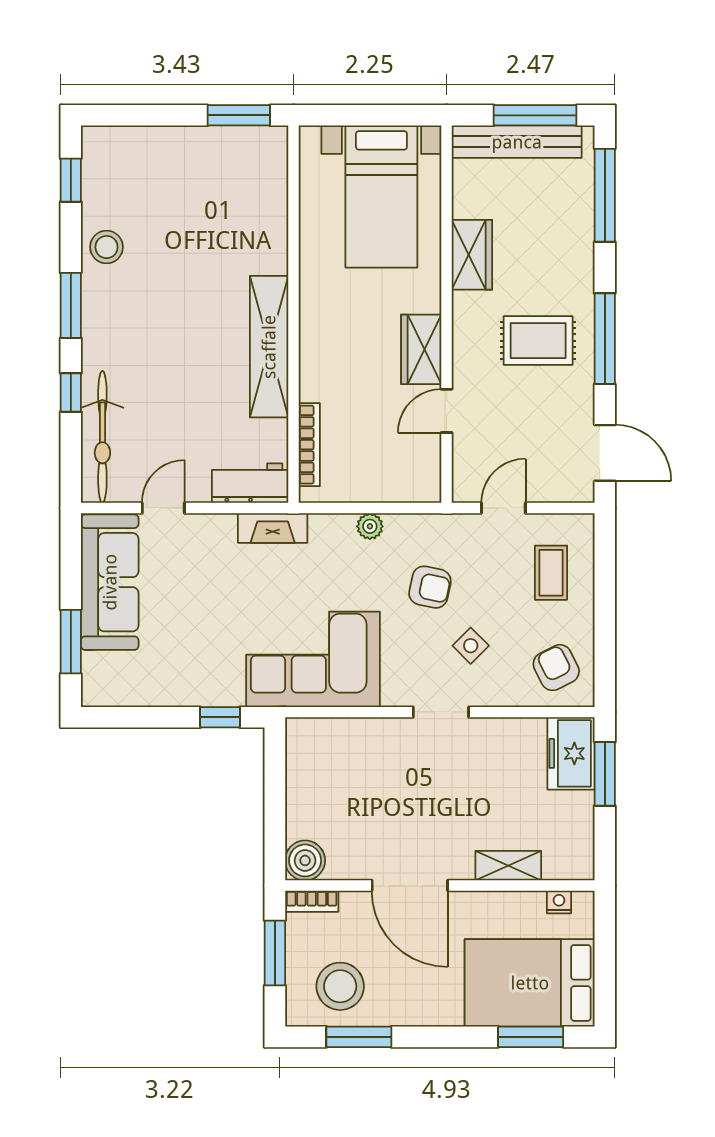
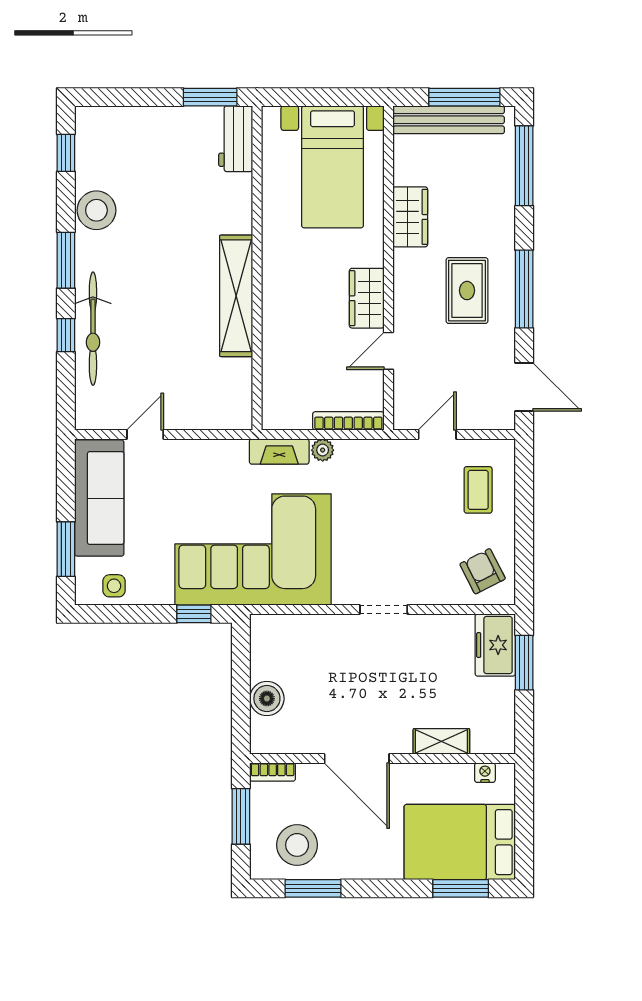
stool: (106, 247) -> (96, 210), width x1.38, depth x1.38
rug: (538, 341) -> (467, 291), turned 90
bicycle: (102, 437) -> (93, 329), moved
bookcase: (309, 445) -> (348, 421), moved, turned -90
workbench: (250, 483) -> (236, 139), moved, turned -90
fireplace: (273, 528) -> (279, 451), moved
armchair: (430, 587) -> (374, 502), removed
side table: (471, 646) -> (114, 586), moved, turned 45
corner sofa: (313, 659) -> (253, 550), width x1.36, depth x1.36
boiler: (305, 860) -> (267, 699), moved

